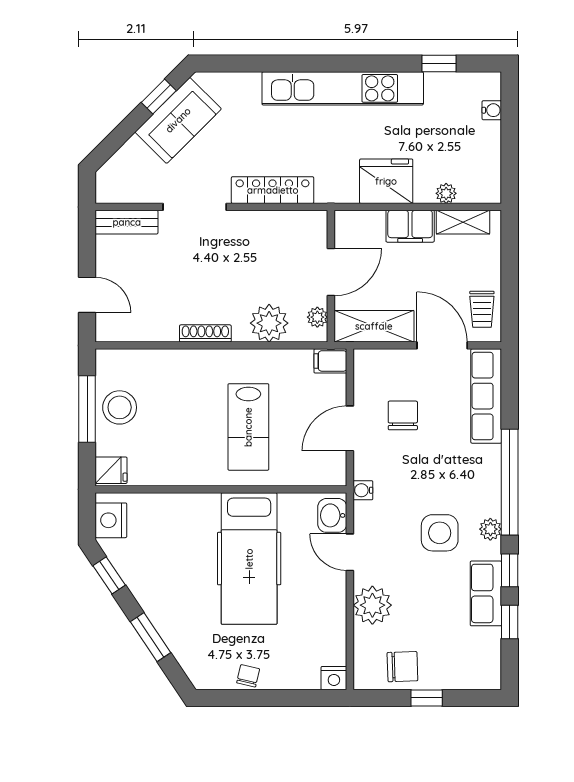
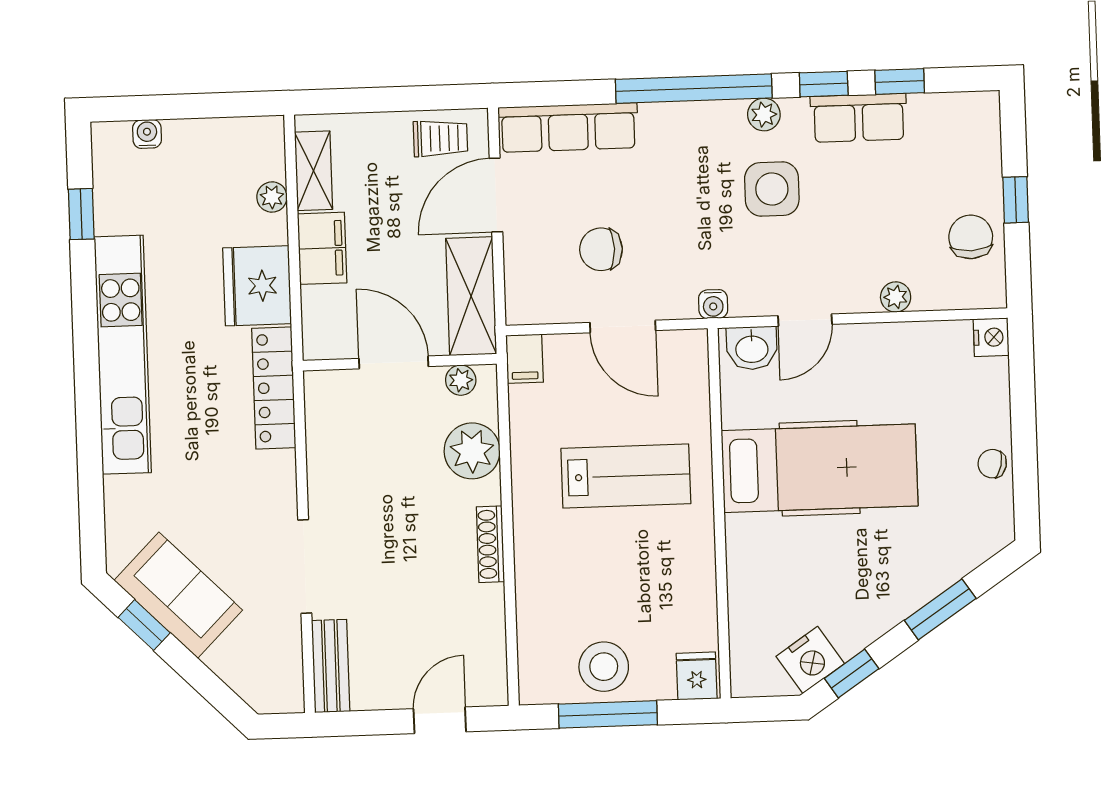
locker: (273, 190) -> (274, 388), moved
nightstand: (111, 520) -> (810, 660), moved, turned -34
plant: (372, 605) -> (896, 297), width x0.53, depth x0.53

